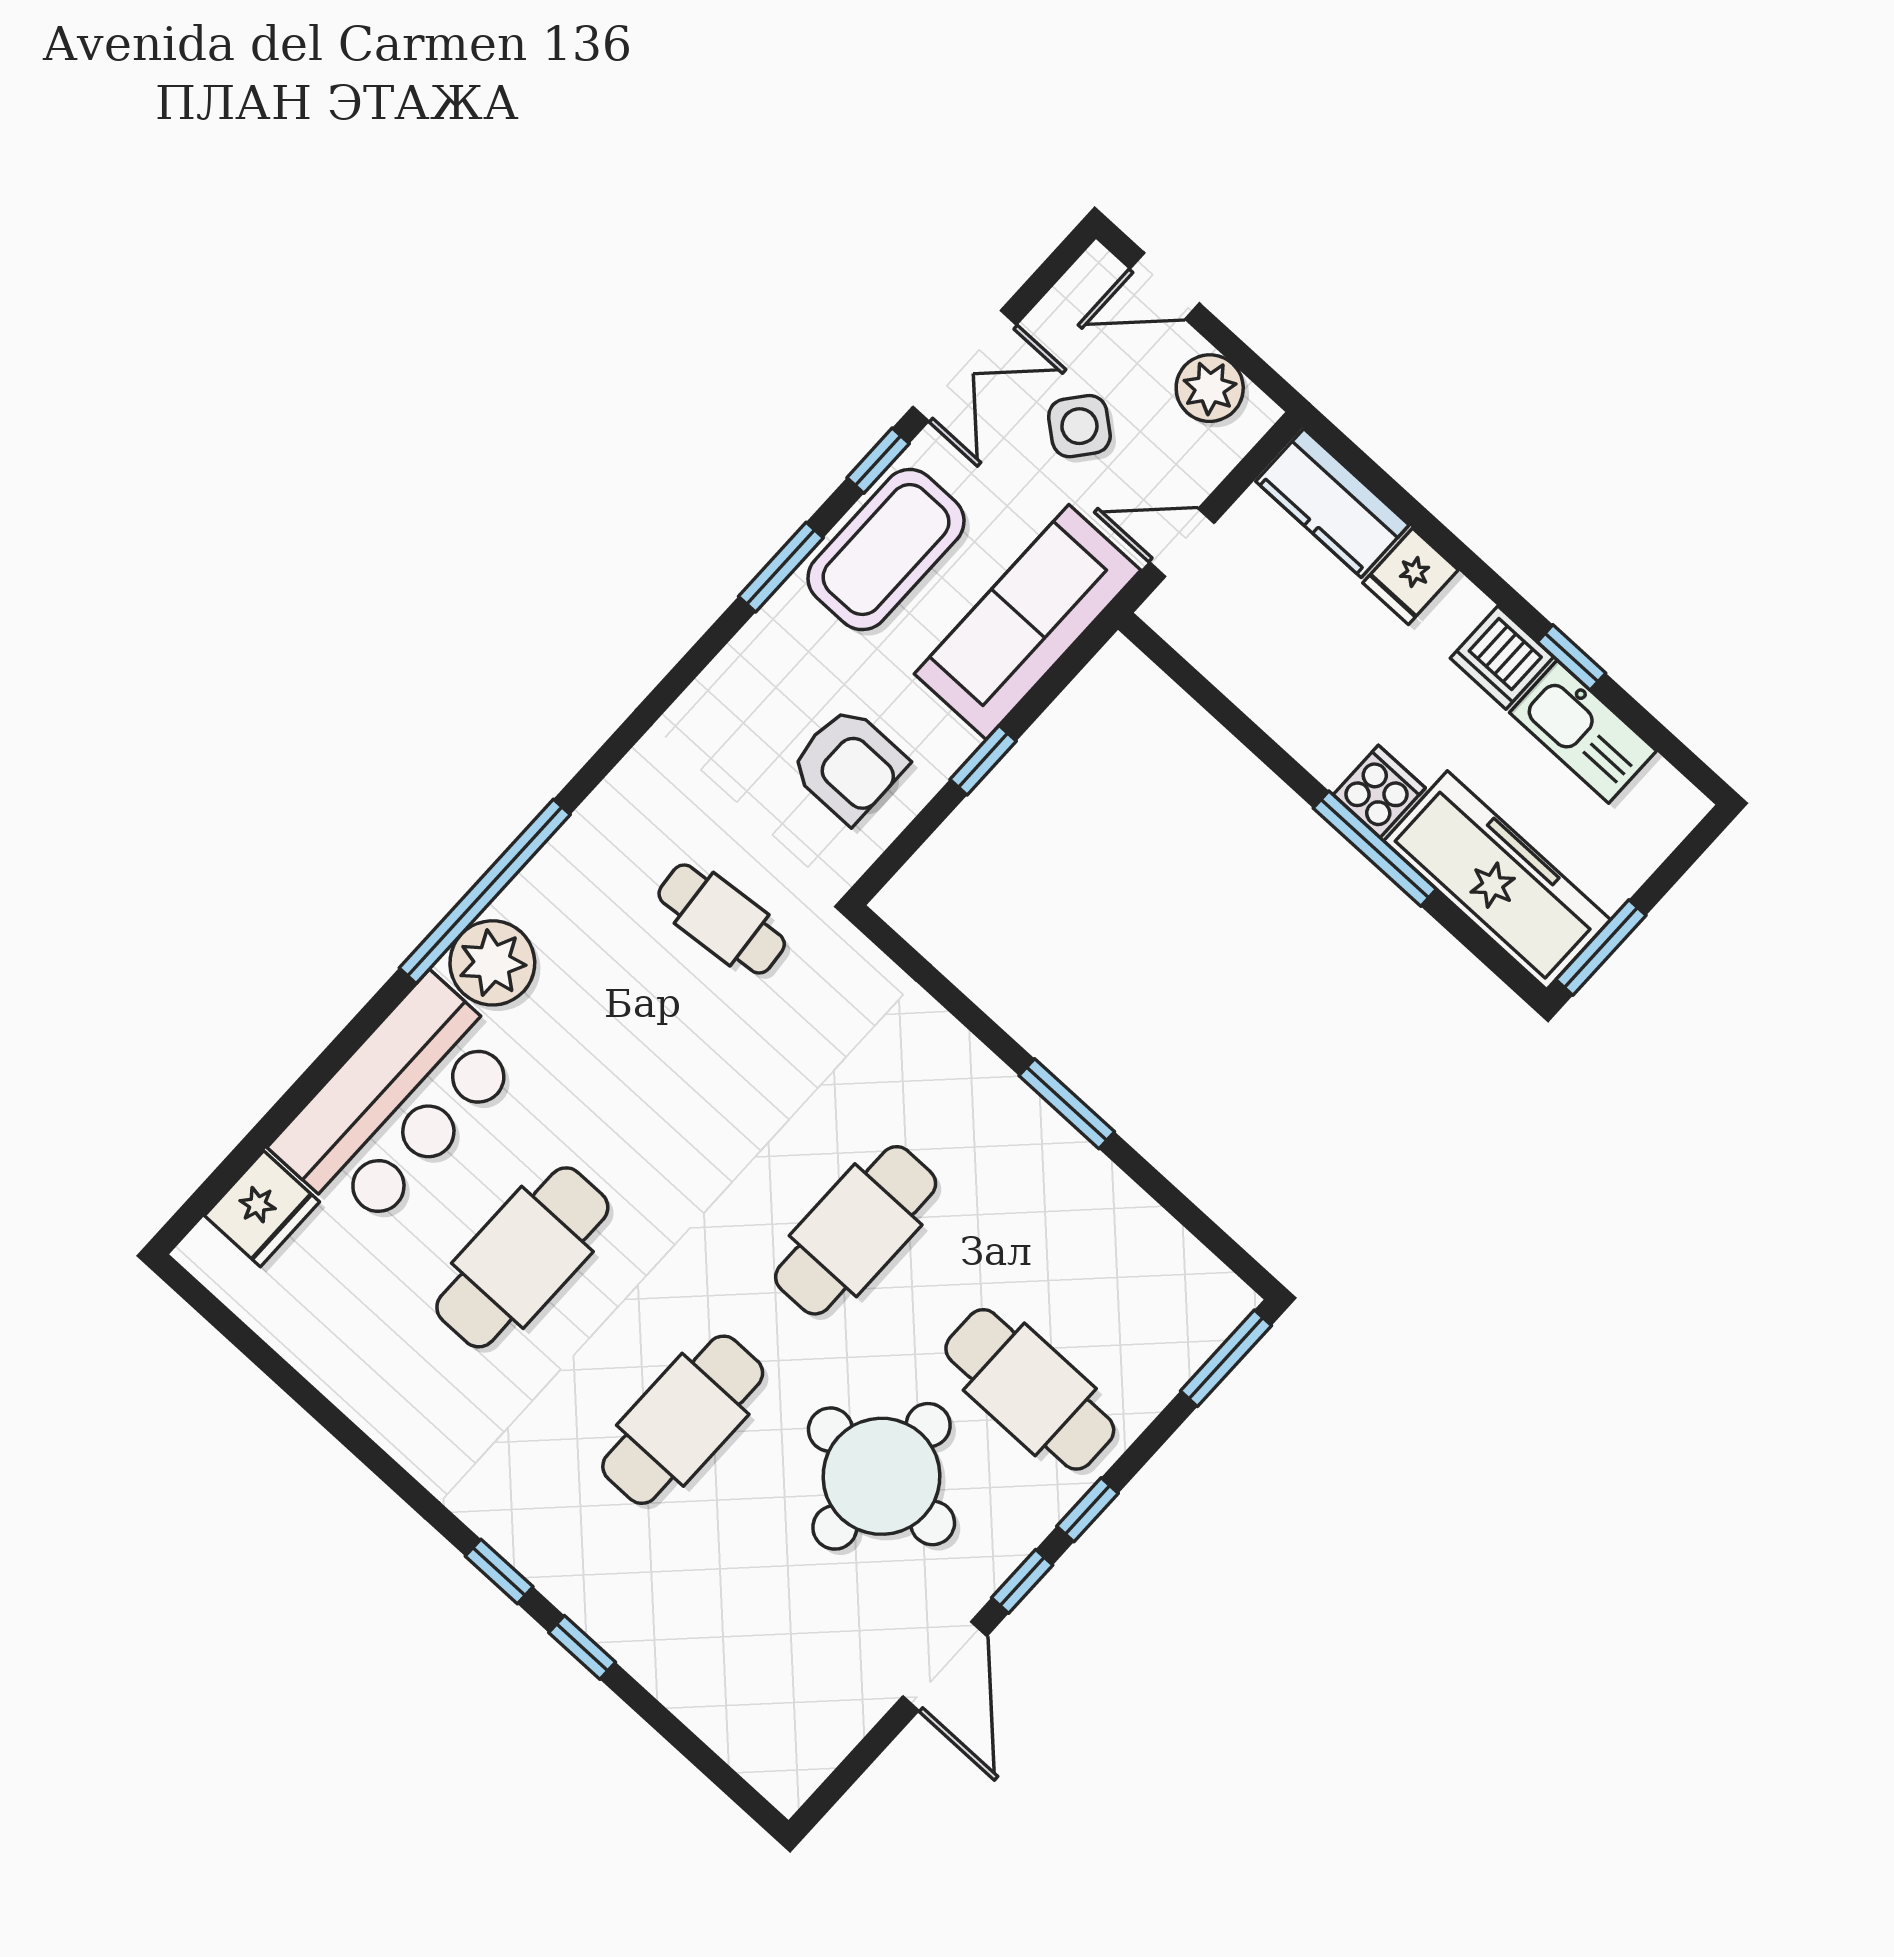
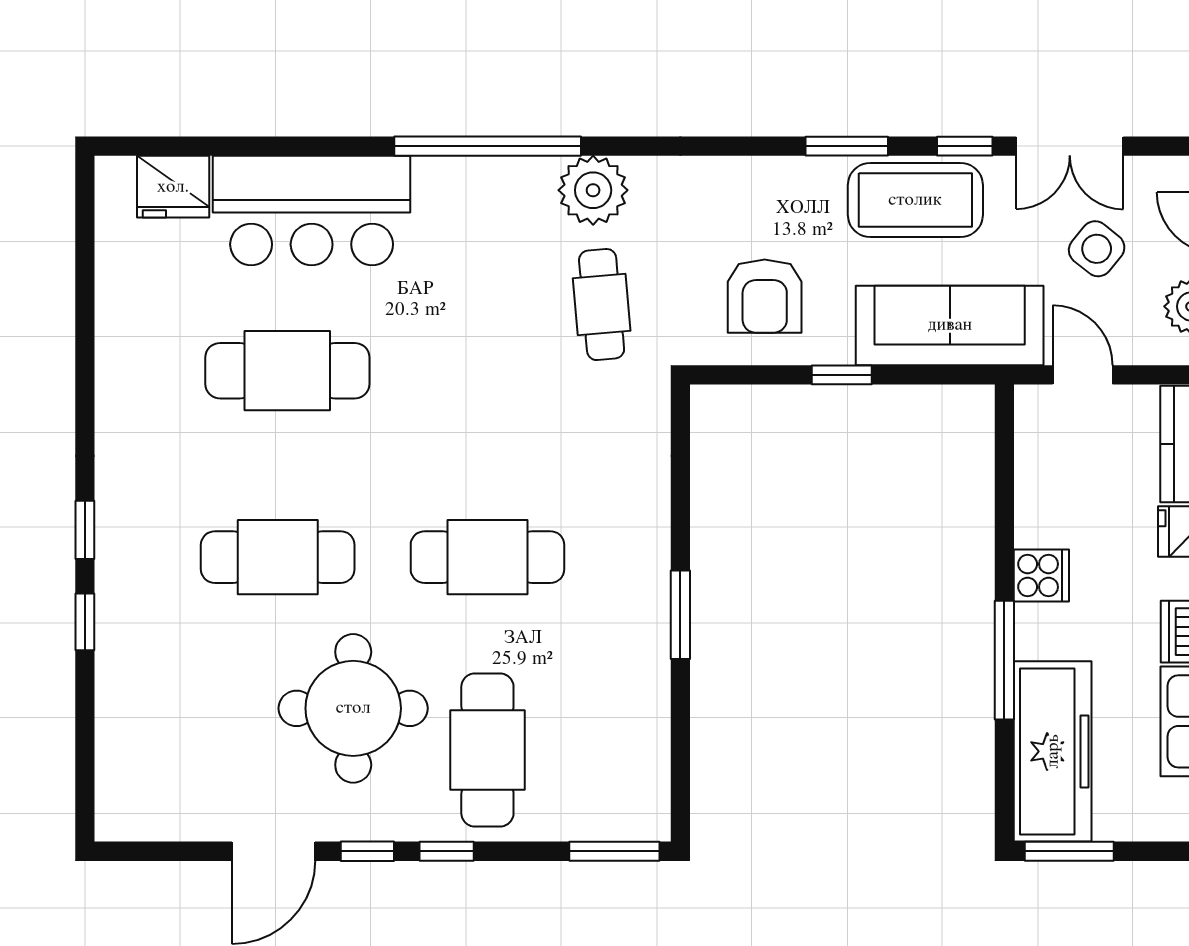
cooker: (1379, 791) -> (1041, 575), moved
plant: (492, 963) -> (593, 190), moved

